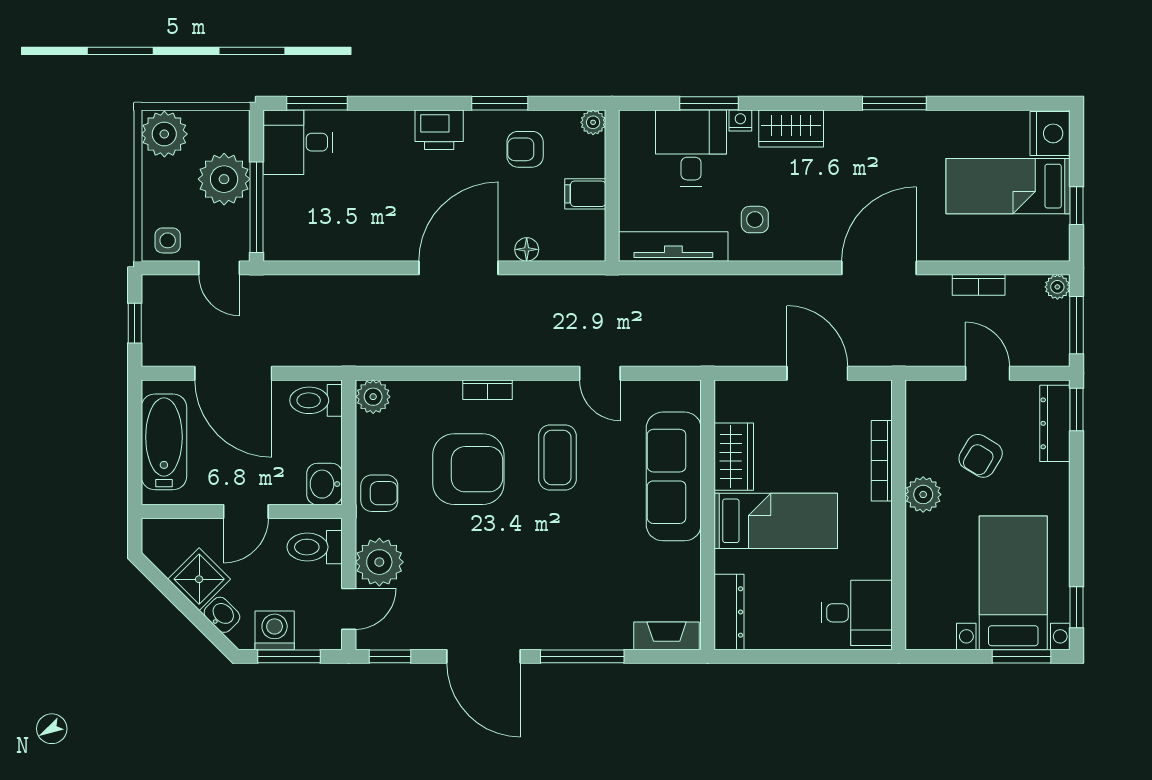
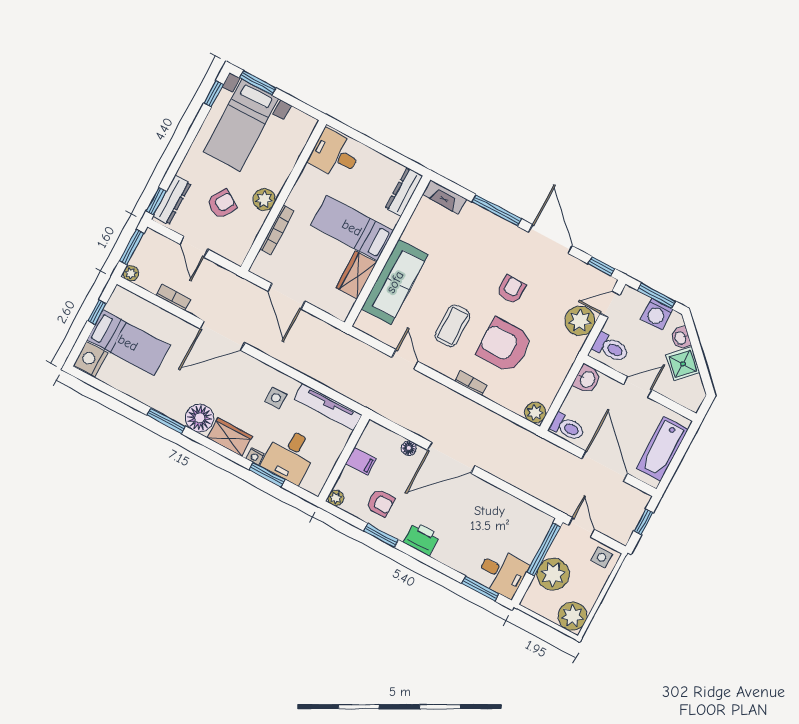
floor lamp: (849, 133) -> (200, 418), added
armchair: (379, 493) -> (511, 289), moved, turned 90

